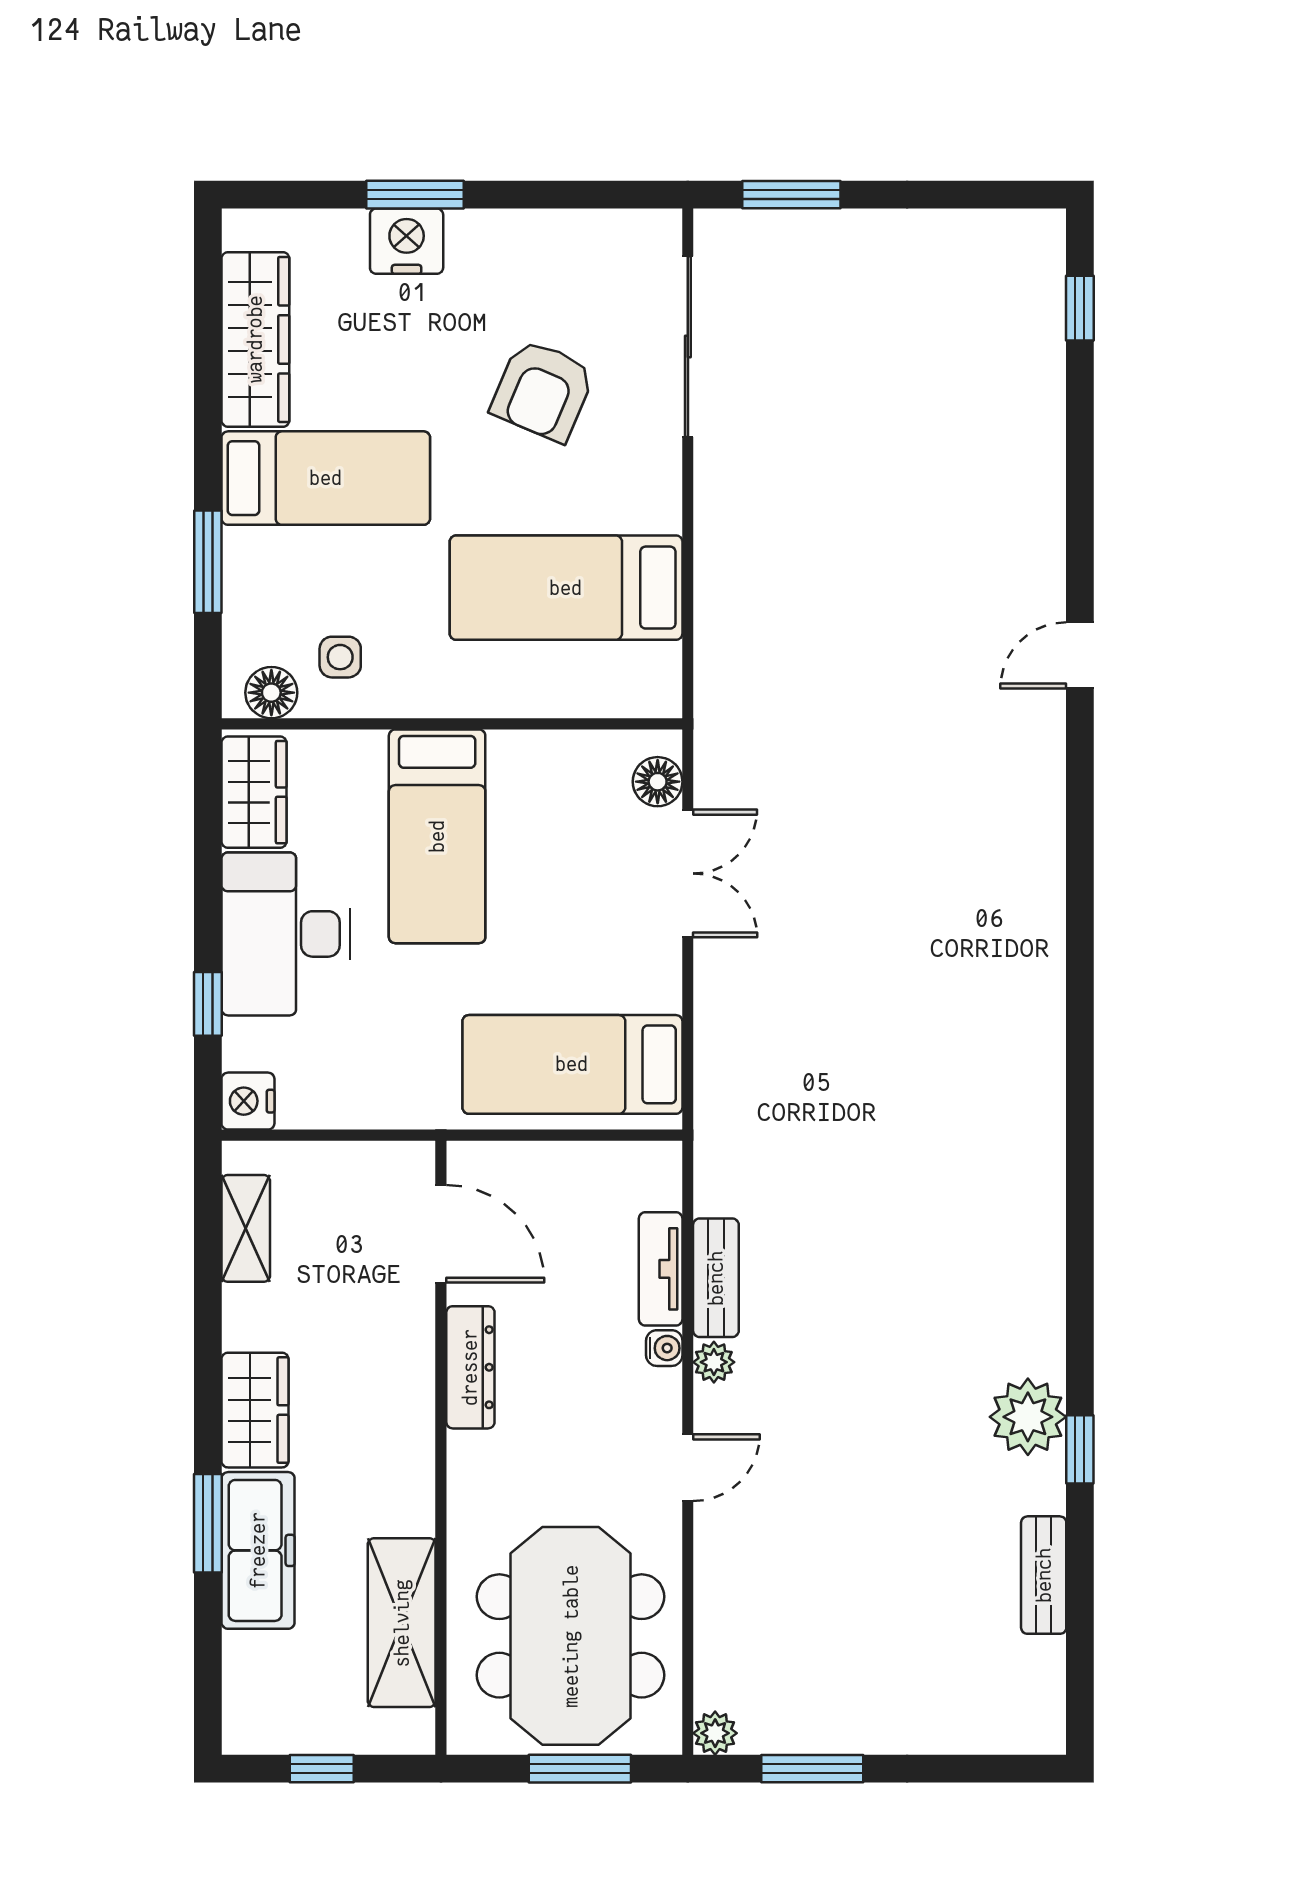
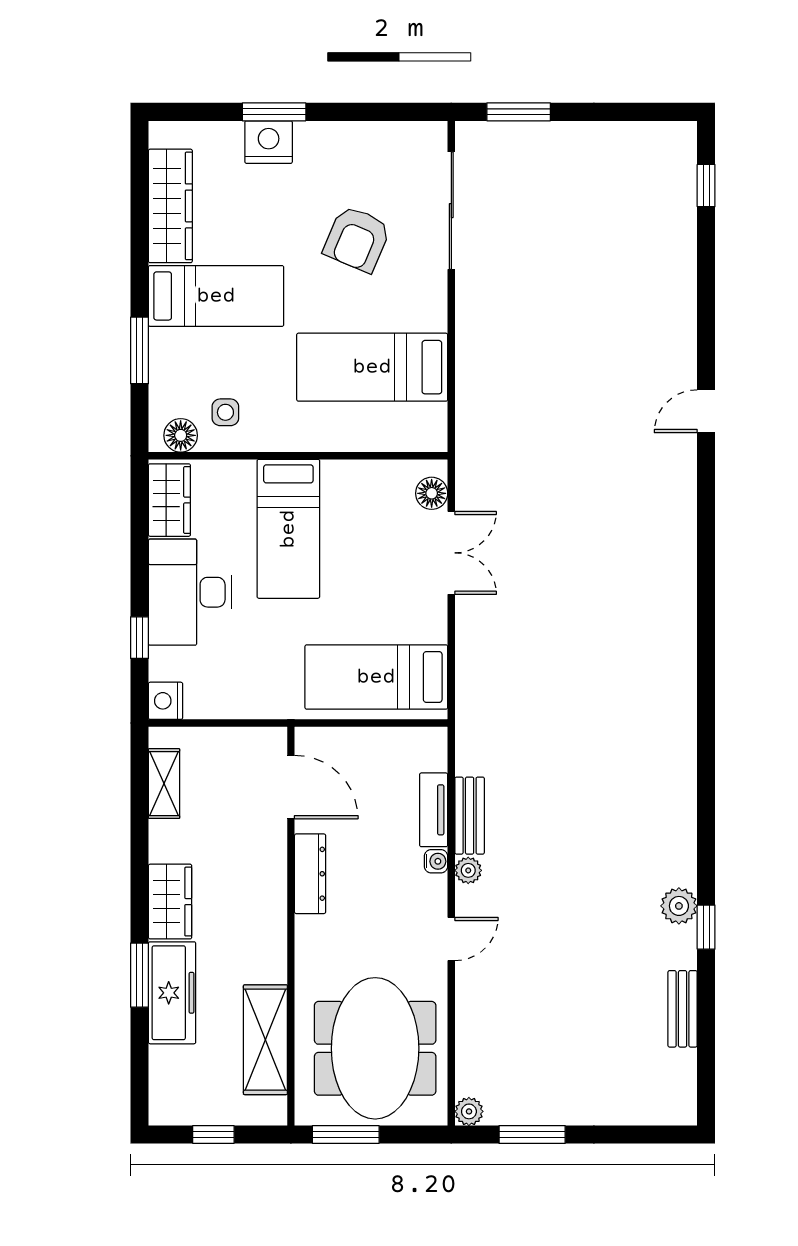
plant: (1028, 1417) -> (679, 906), width x0.73, depth x0.73
window: (580, 1769) -> (346, 1135), moved

